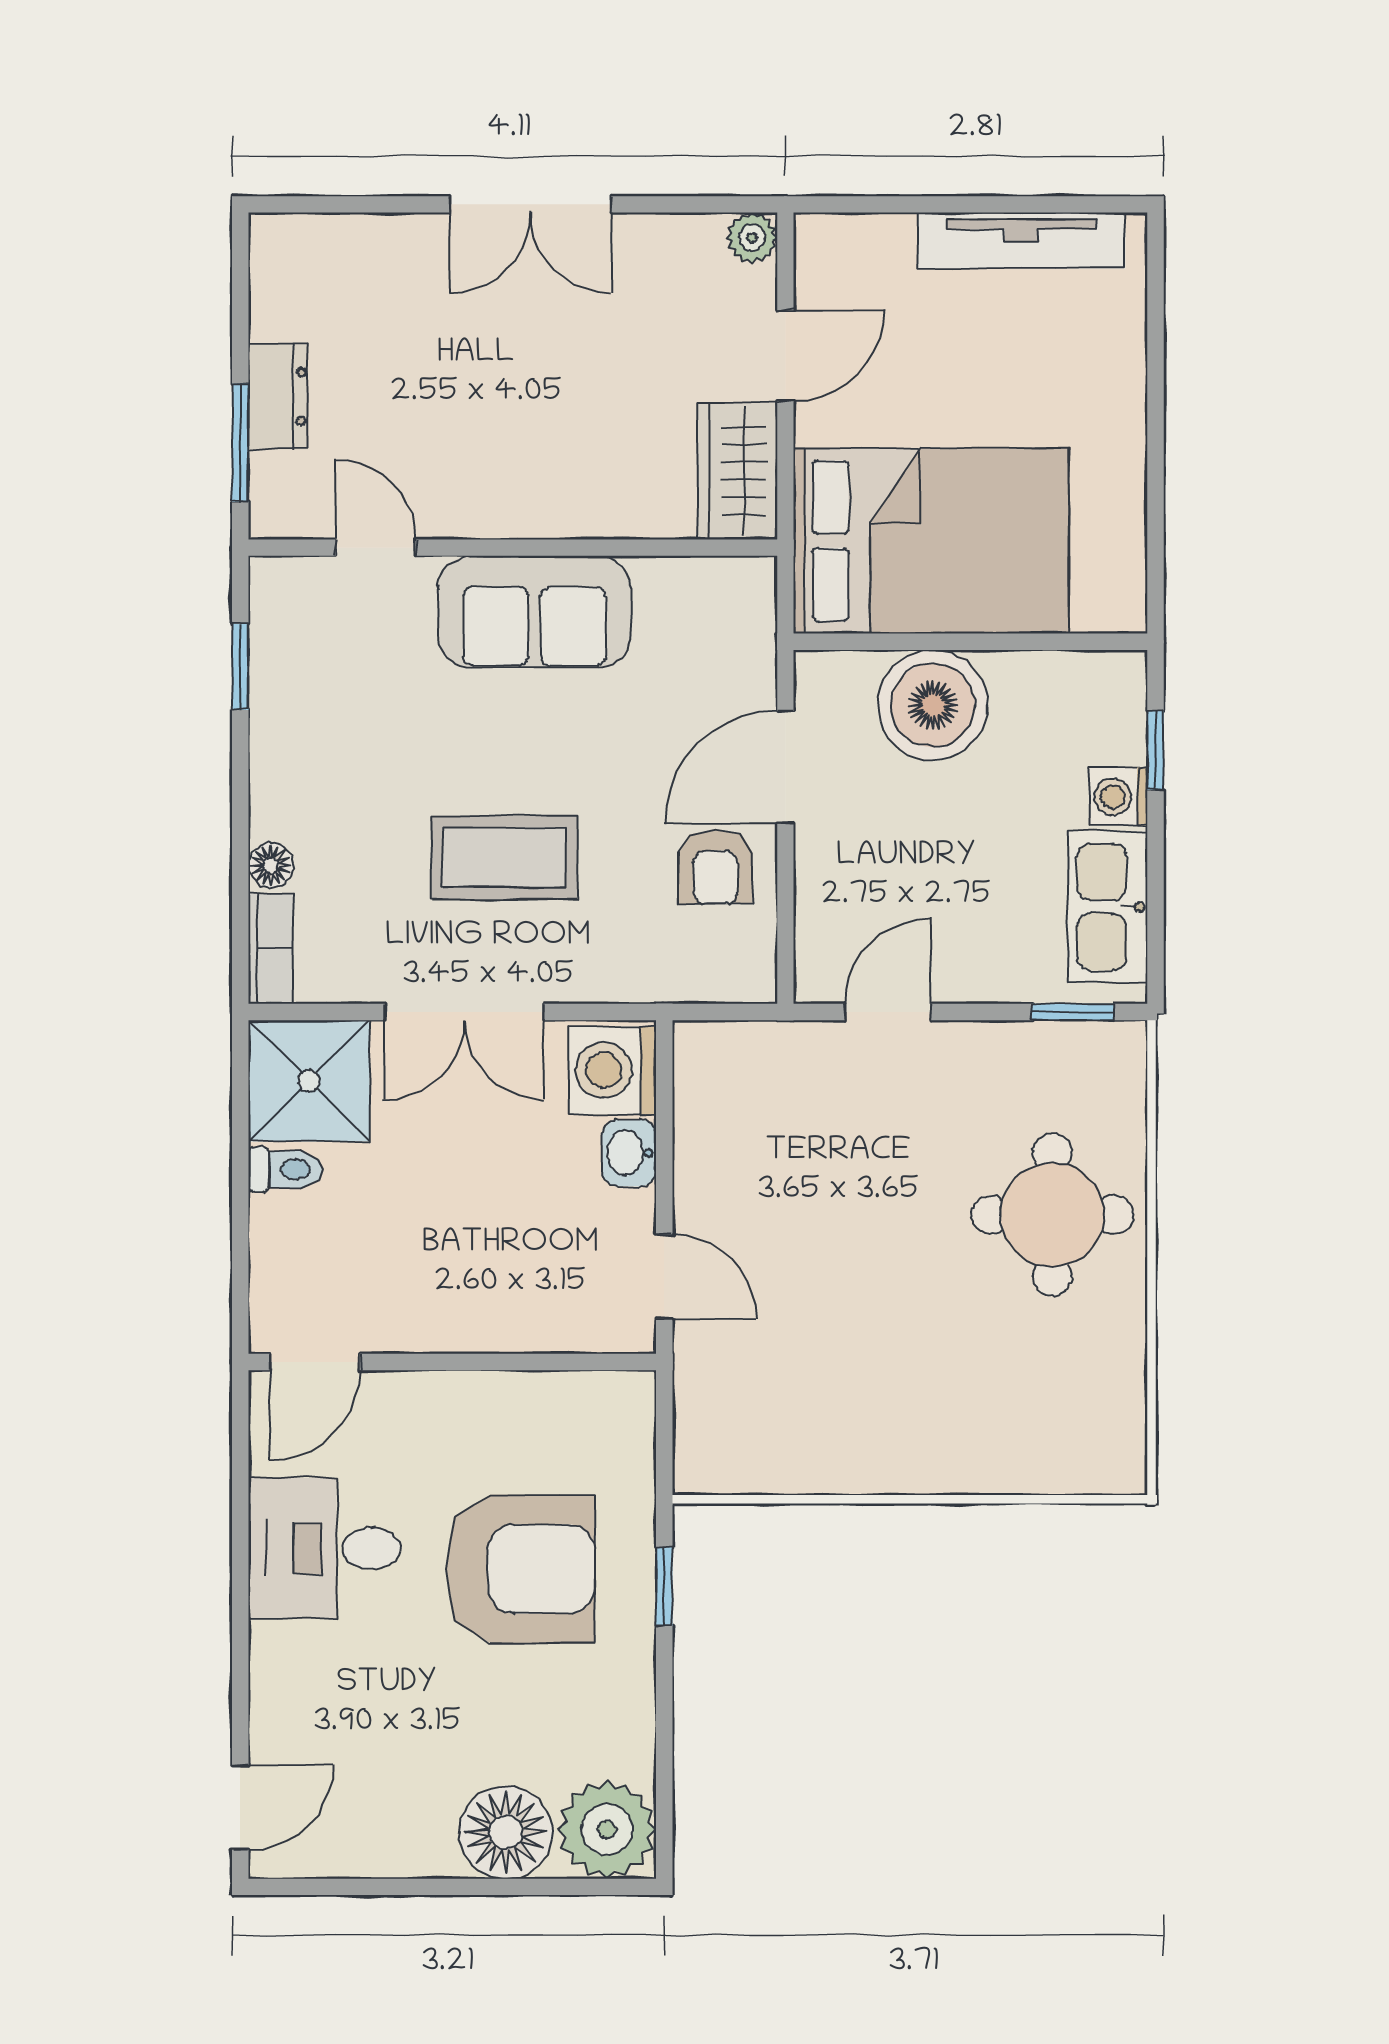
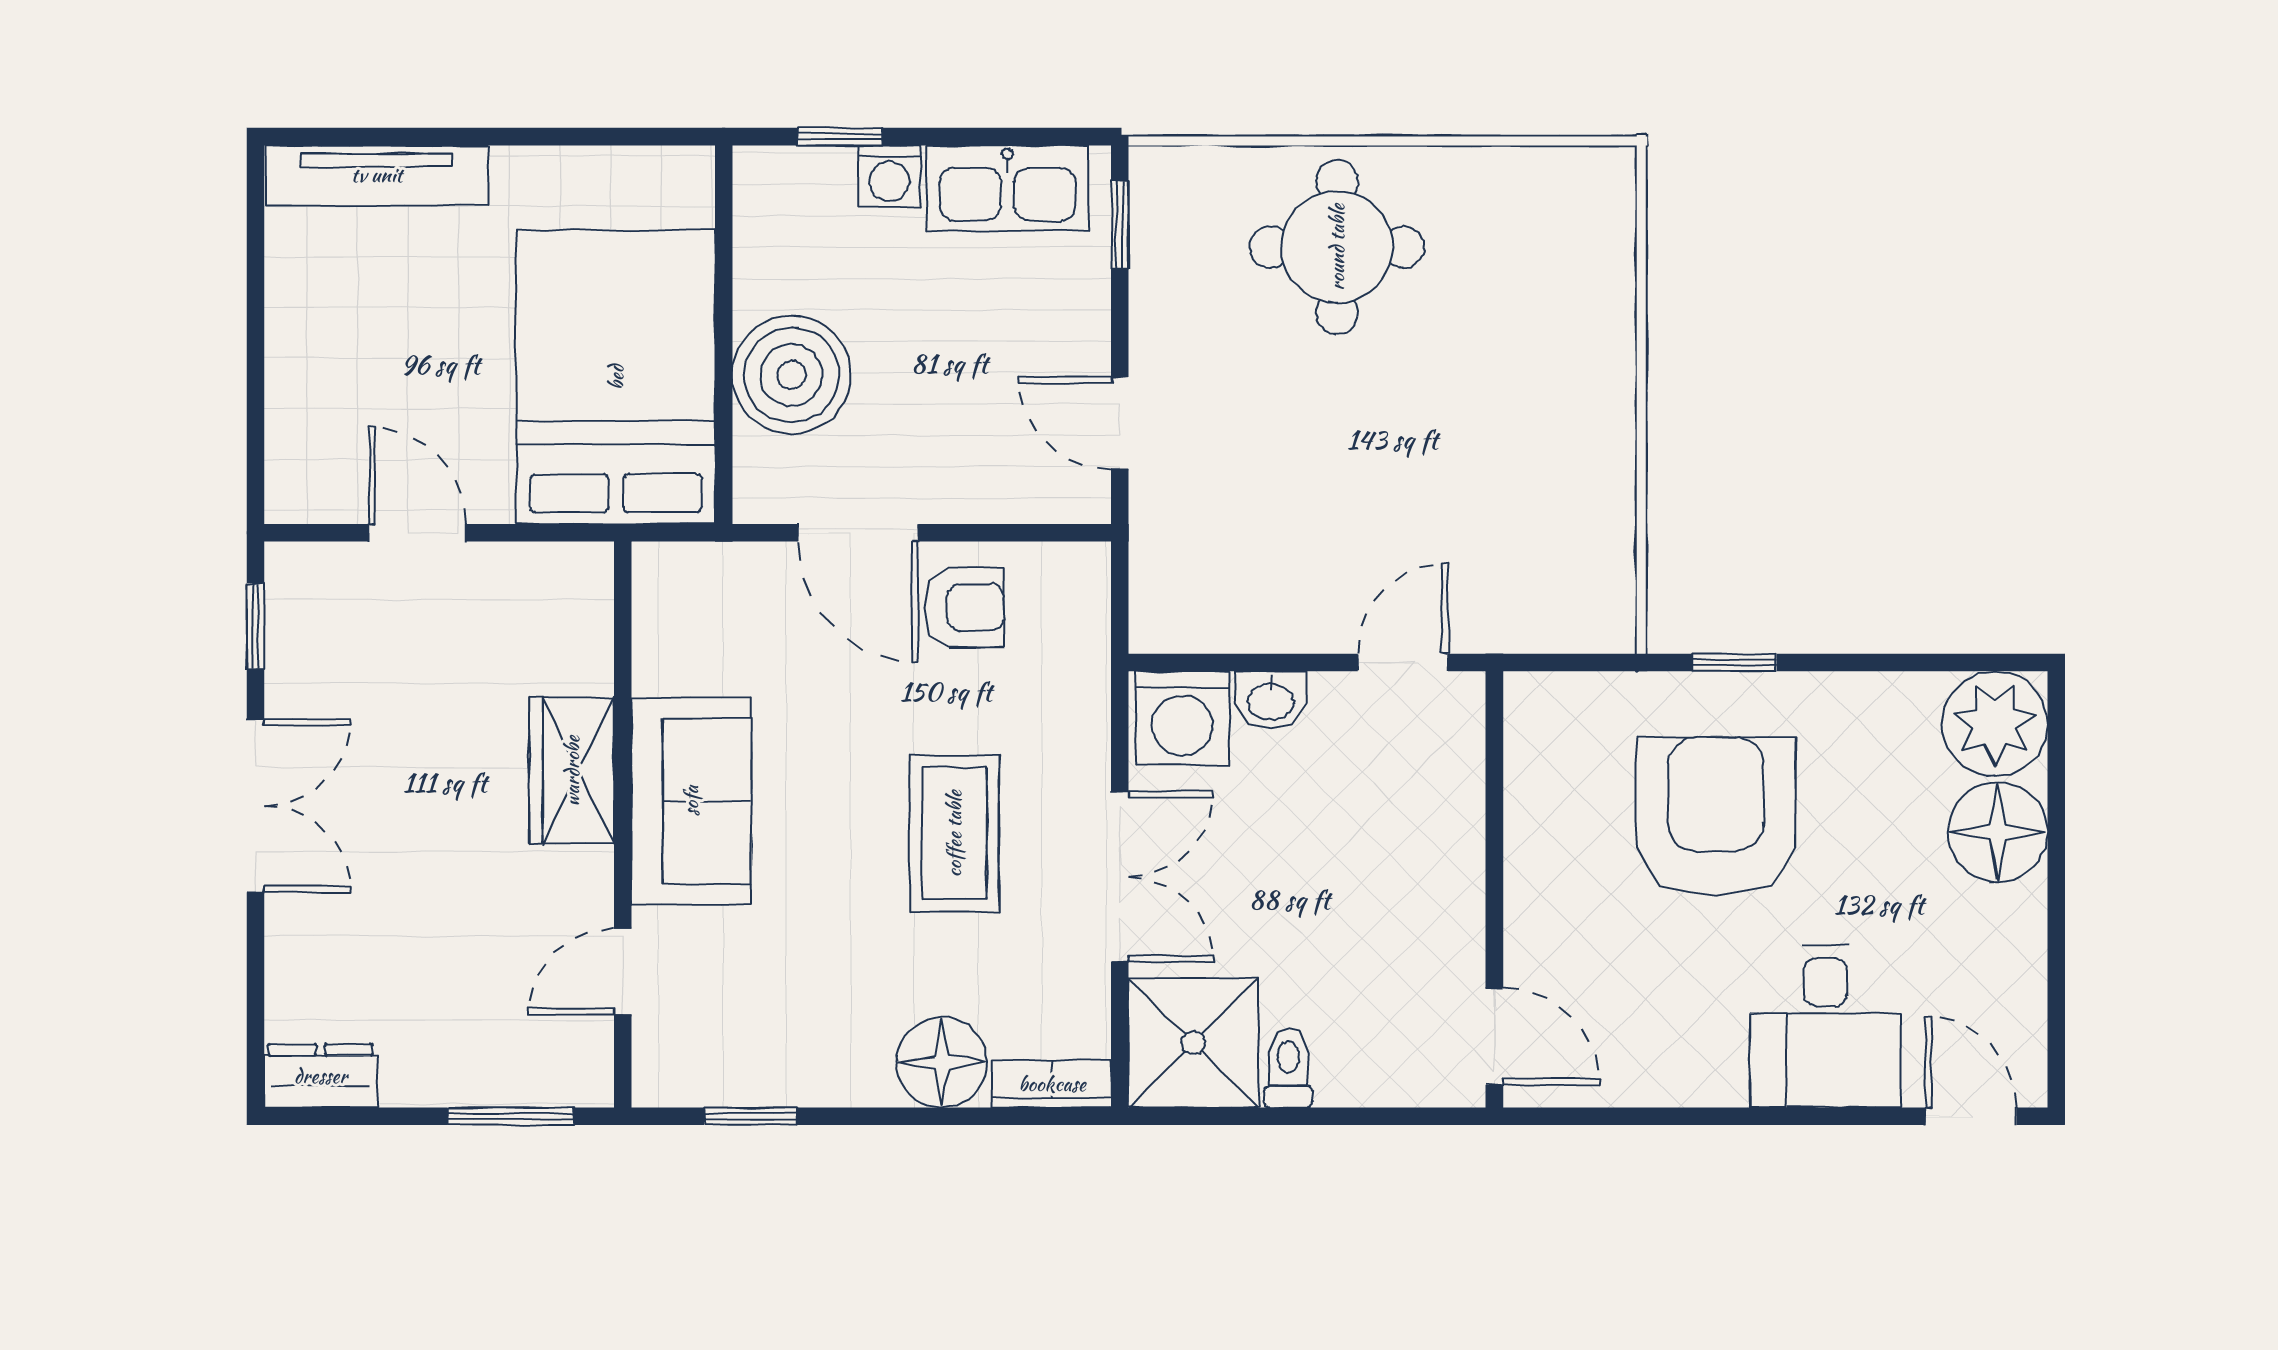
window: (698, 204) -> (256, 626), added
plant: (752, 238) -> (291, 568), removed
tv unit: (1021, 241) -> (377, 175), moved, turned 90
dresser: (278, 397) -> (321, 1076), moved
wardrobe: (738, 471) -> (572, 771), moved, turned 90
floor lamp: (271, 865) -> (941, 1062), width x1.89, depth x1.89
desk: (324, 1548) -> (1826, 1026), moved

